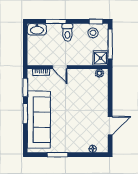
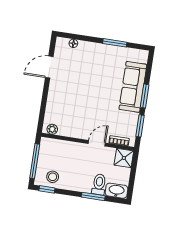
toilet: (67, 32) -> (99, 184), moved
shower: (100, 58) -> (124, 158), moved
door: (60, 67) -> (97, 143), hinge flipped
sofa: (39, 120) -> (133, 87), width x0.74, depth x0.79

